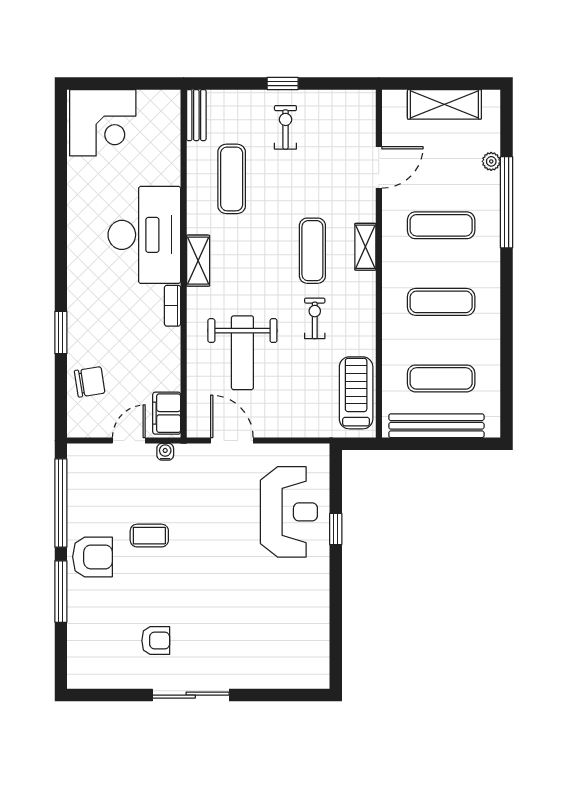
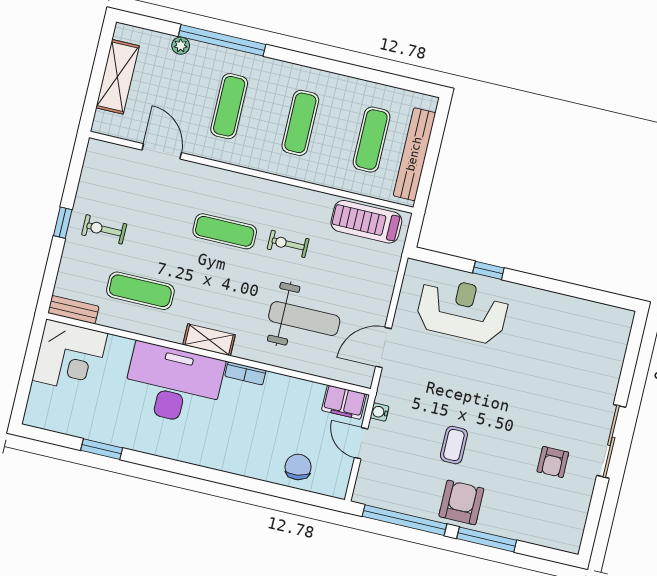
corner desk: (103, 123) -> (70, 357), moved, turned 90
shelving: (365, 247) -> (233, 181), removed
window: (61, 333) -> (102, 449), moved
armchair: (156, 641) -> (553, 462), turned 180

